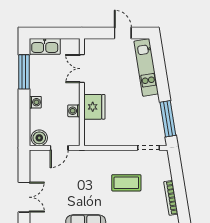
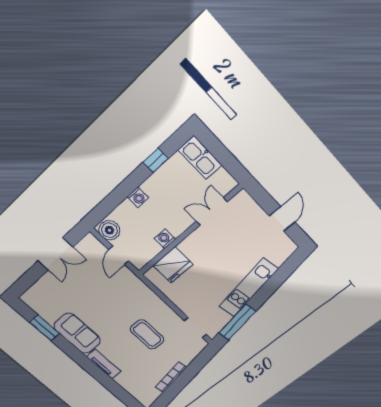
kitchen unit: (146, 68) -> (248, 288), moved
window: (24, 72) -> (156, 160), width x0.46
fridge: (94, 107) -> (173, 265), moved
door: (59, 148) -> (119, 255), hinge flipped
double door: (24, 197) -> (55, 254), moved

